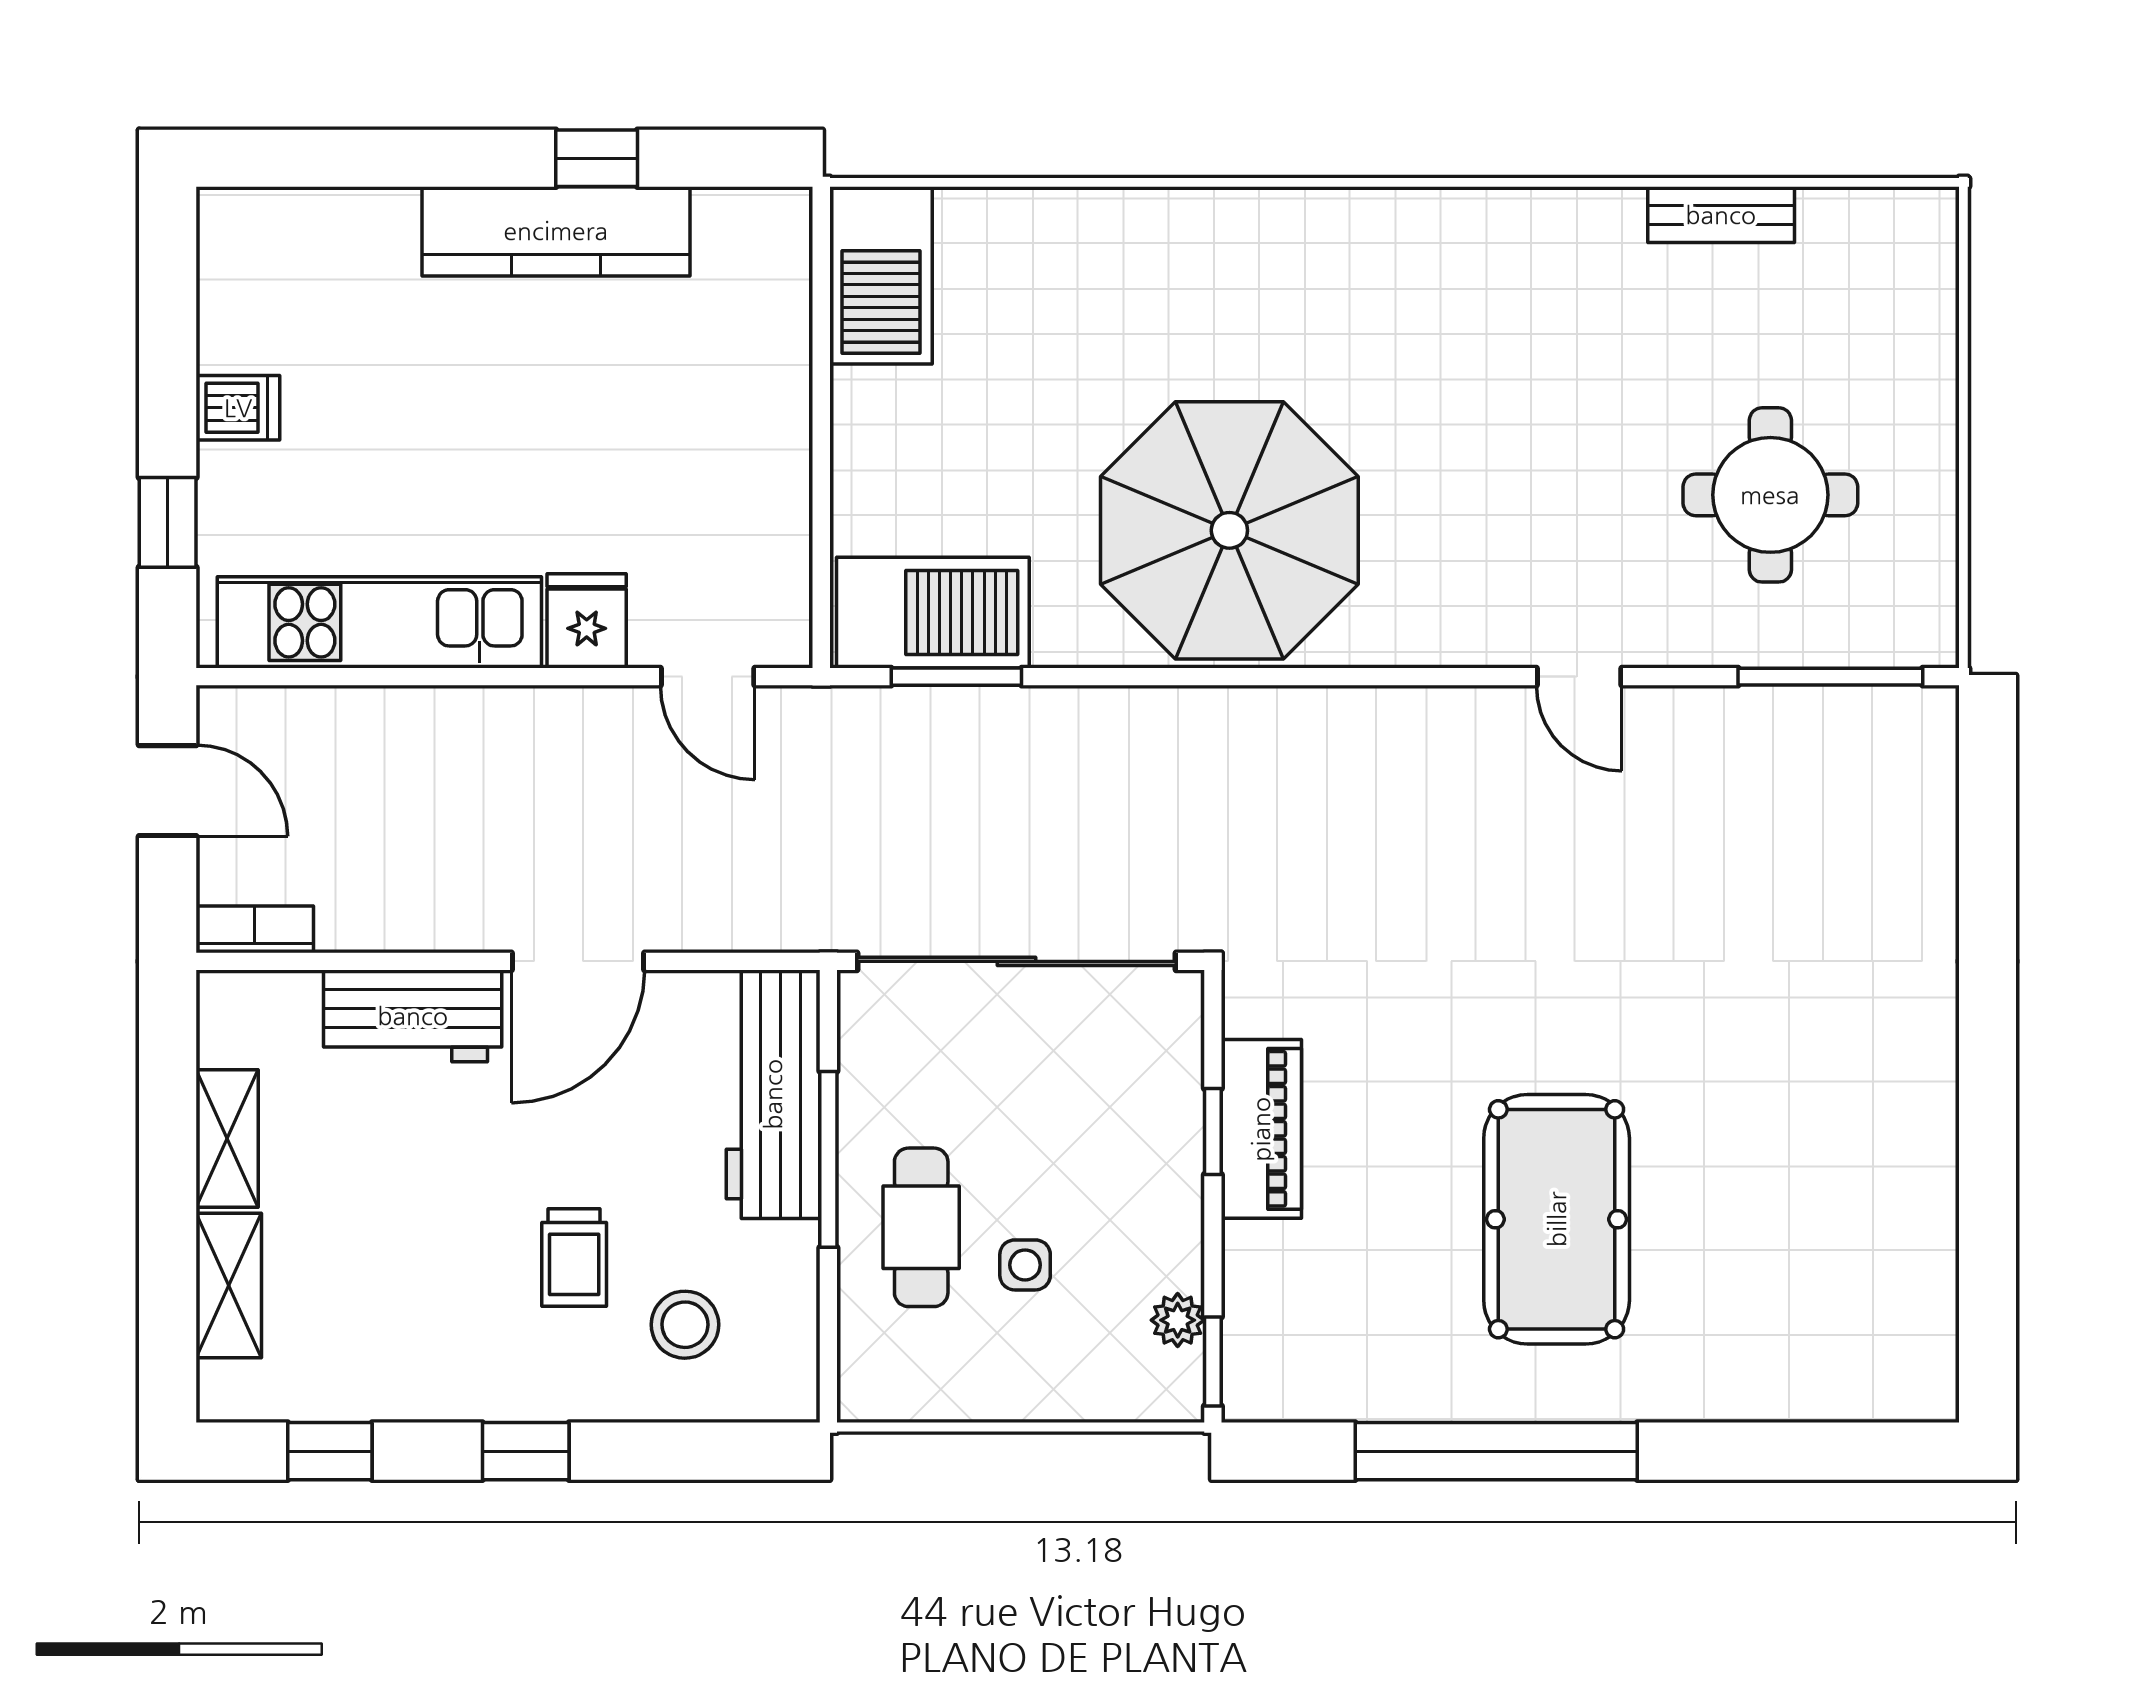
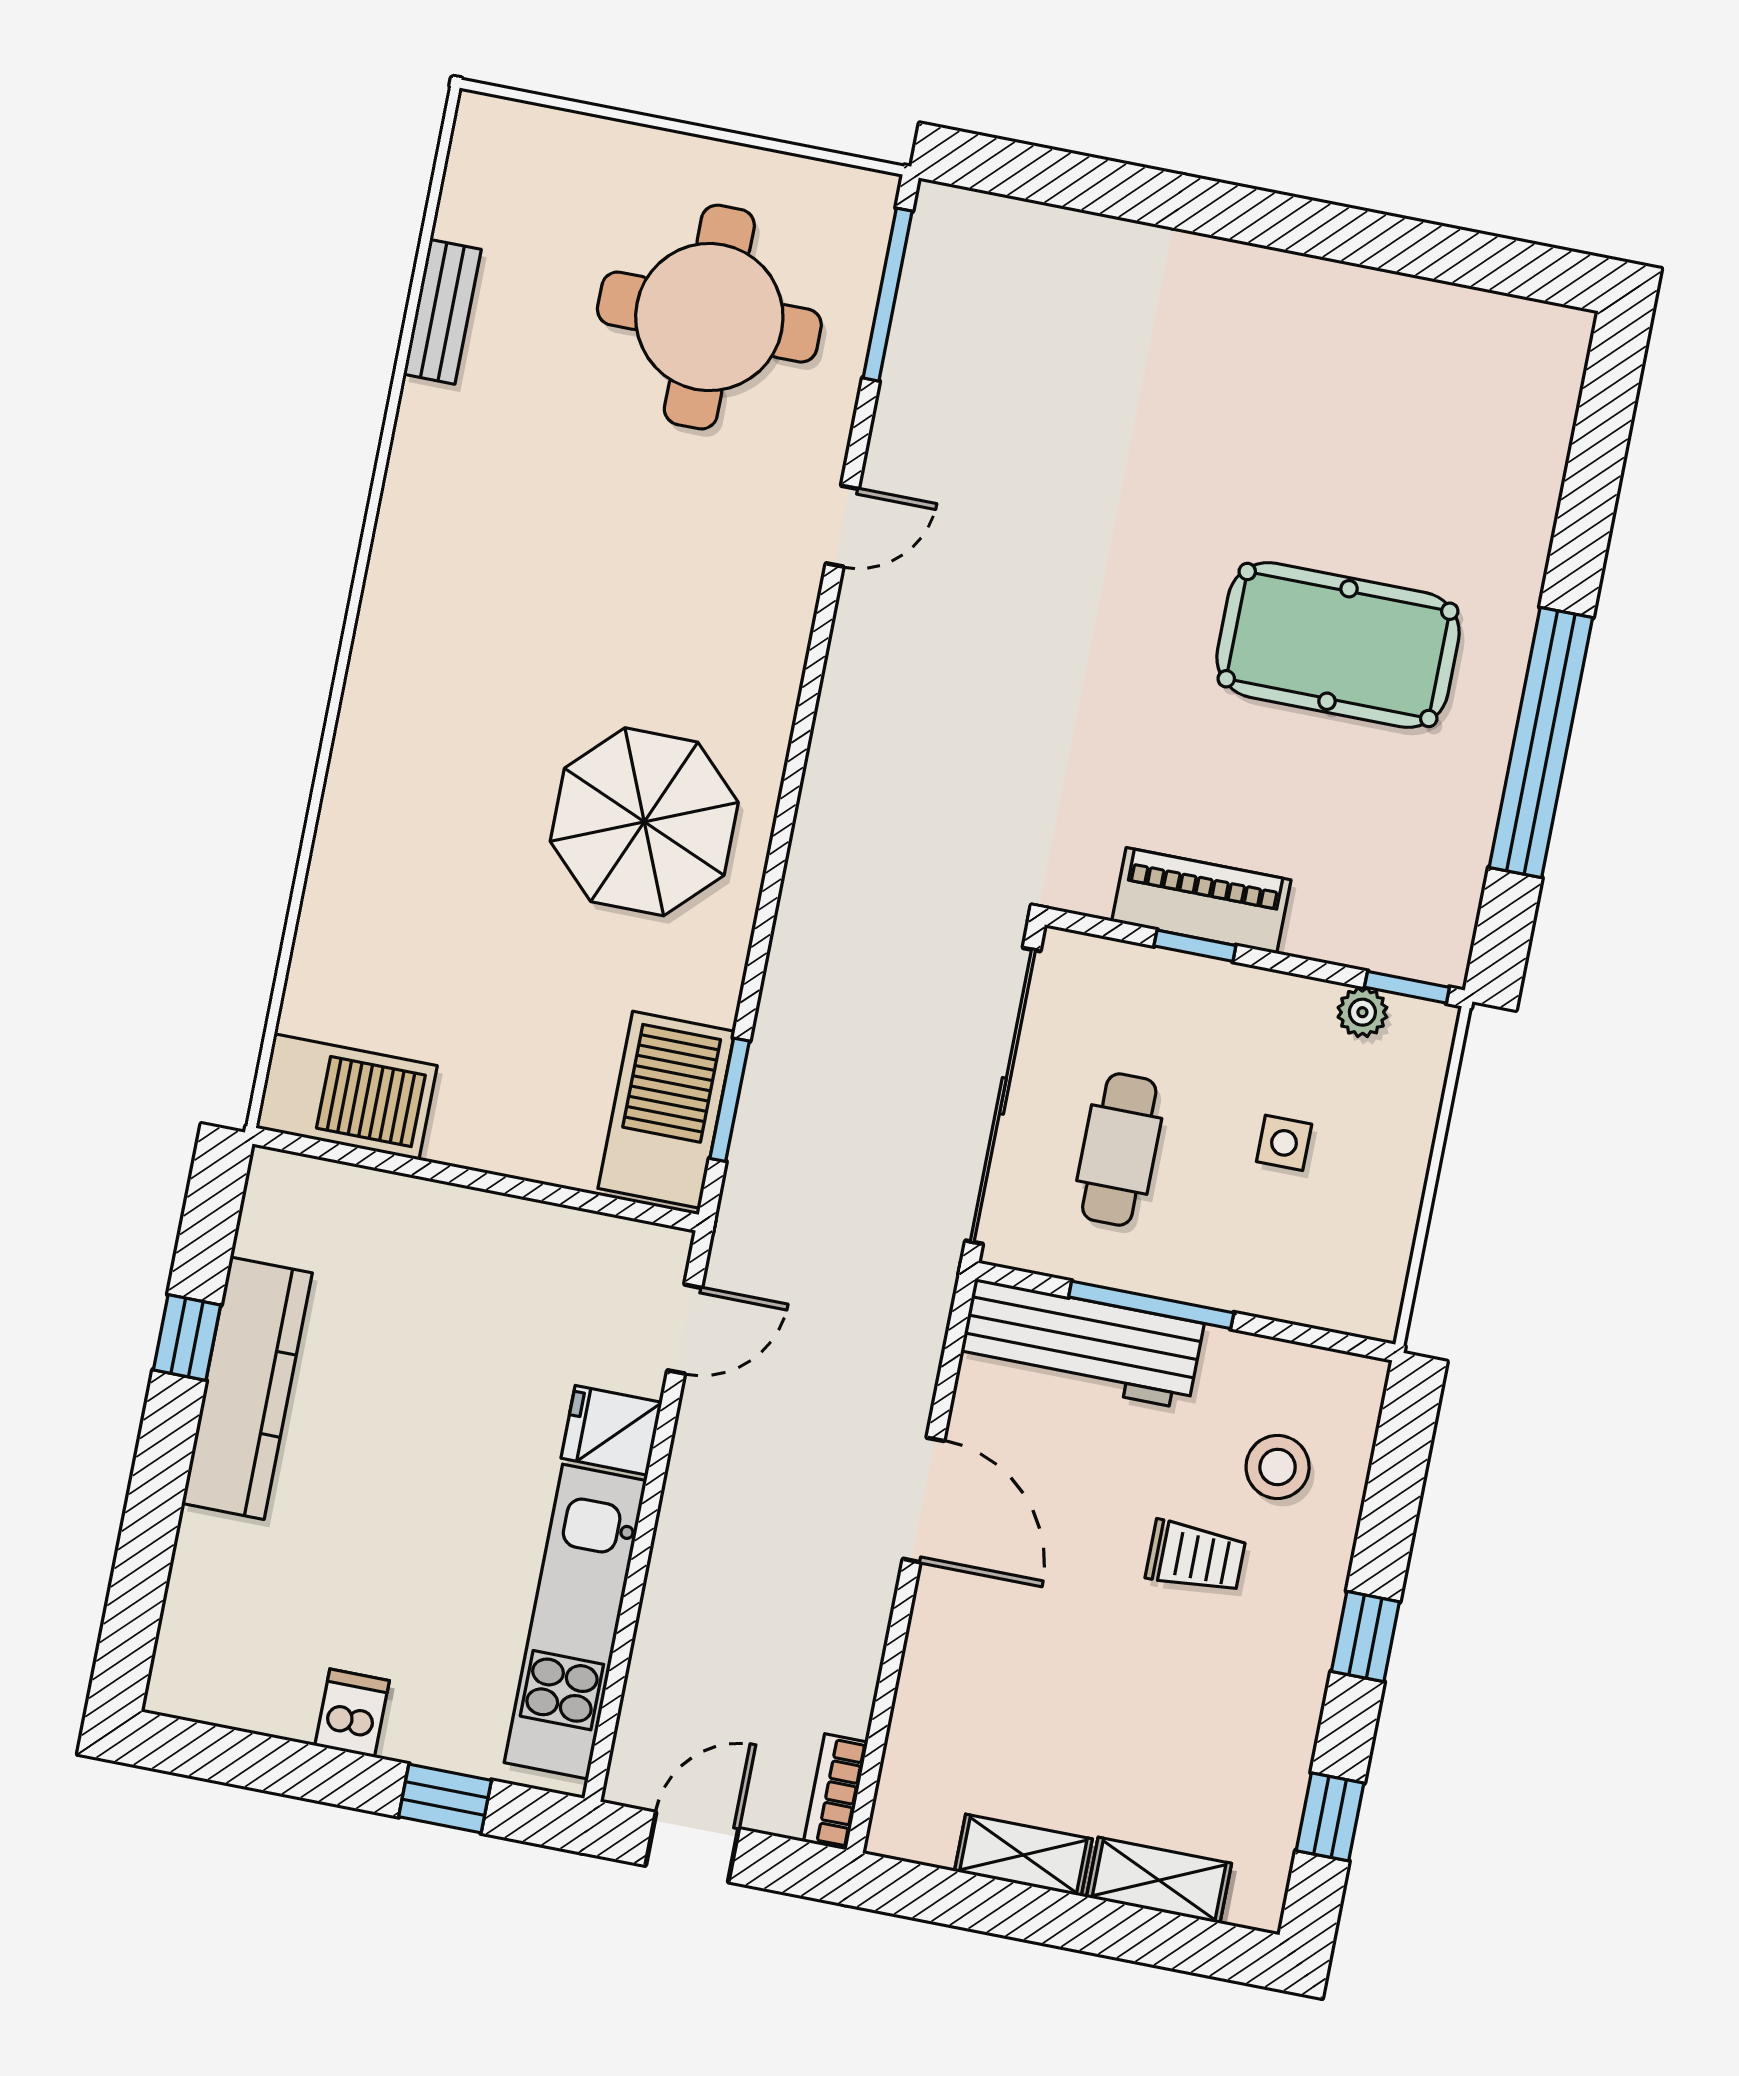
round table: (1770, 495) -> (709, 317), width x1.36, depth x1.36
parasol: (1229, 530) -> (644, 822), width x0.73, depth x0.73
workbench: (413, 1016) -> (944, 1662), removed
cafe table: (921, 1227) -> (1119, 1150), moved, turned 90

